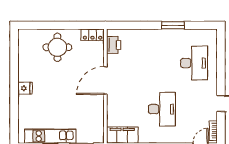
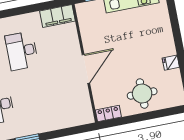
printer: (114, 45) -> (85, 107), removed
fridge: (25, 88) -> (171, 63), moved

